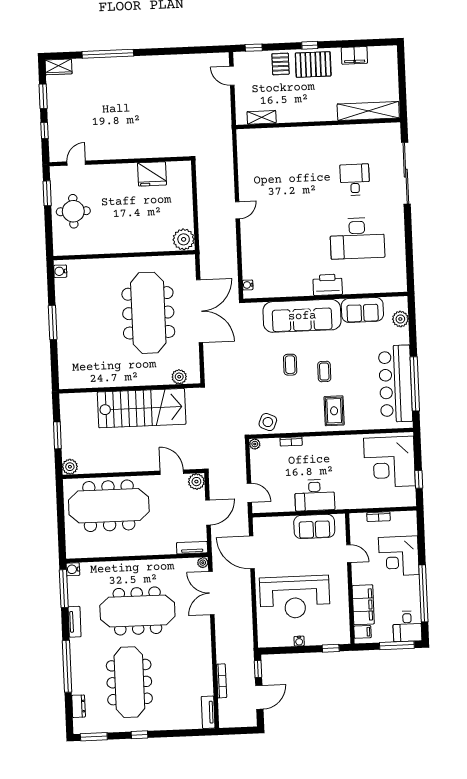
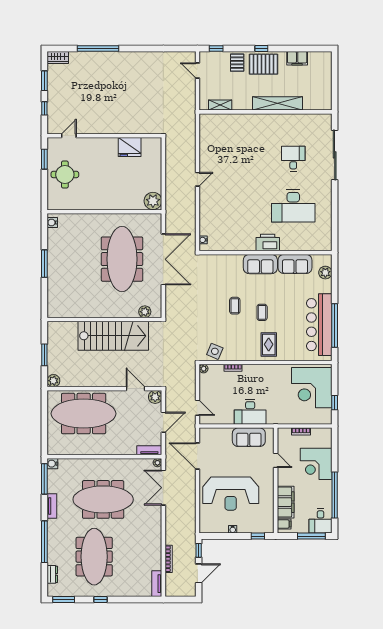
shelving: (368, 111) -> (277, 103), moved
sofa: (302, 316) -> (260, 264), width x0.54, depth x0.79

